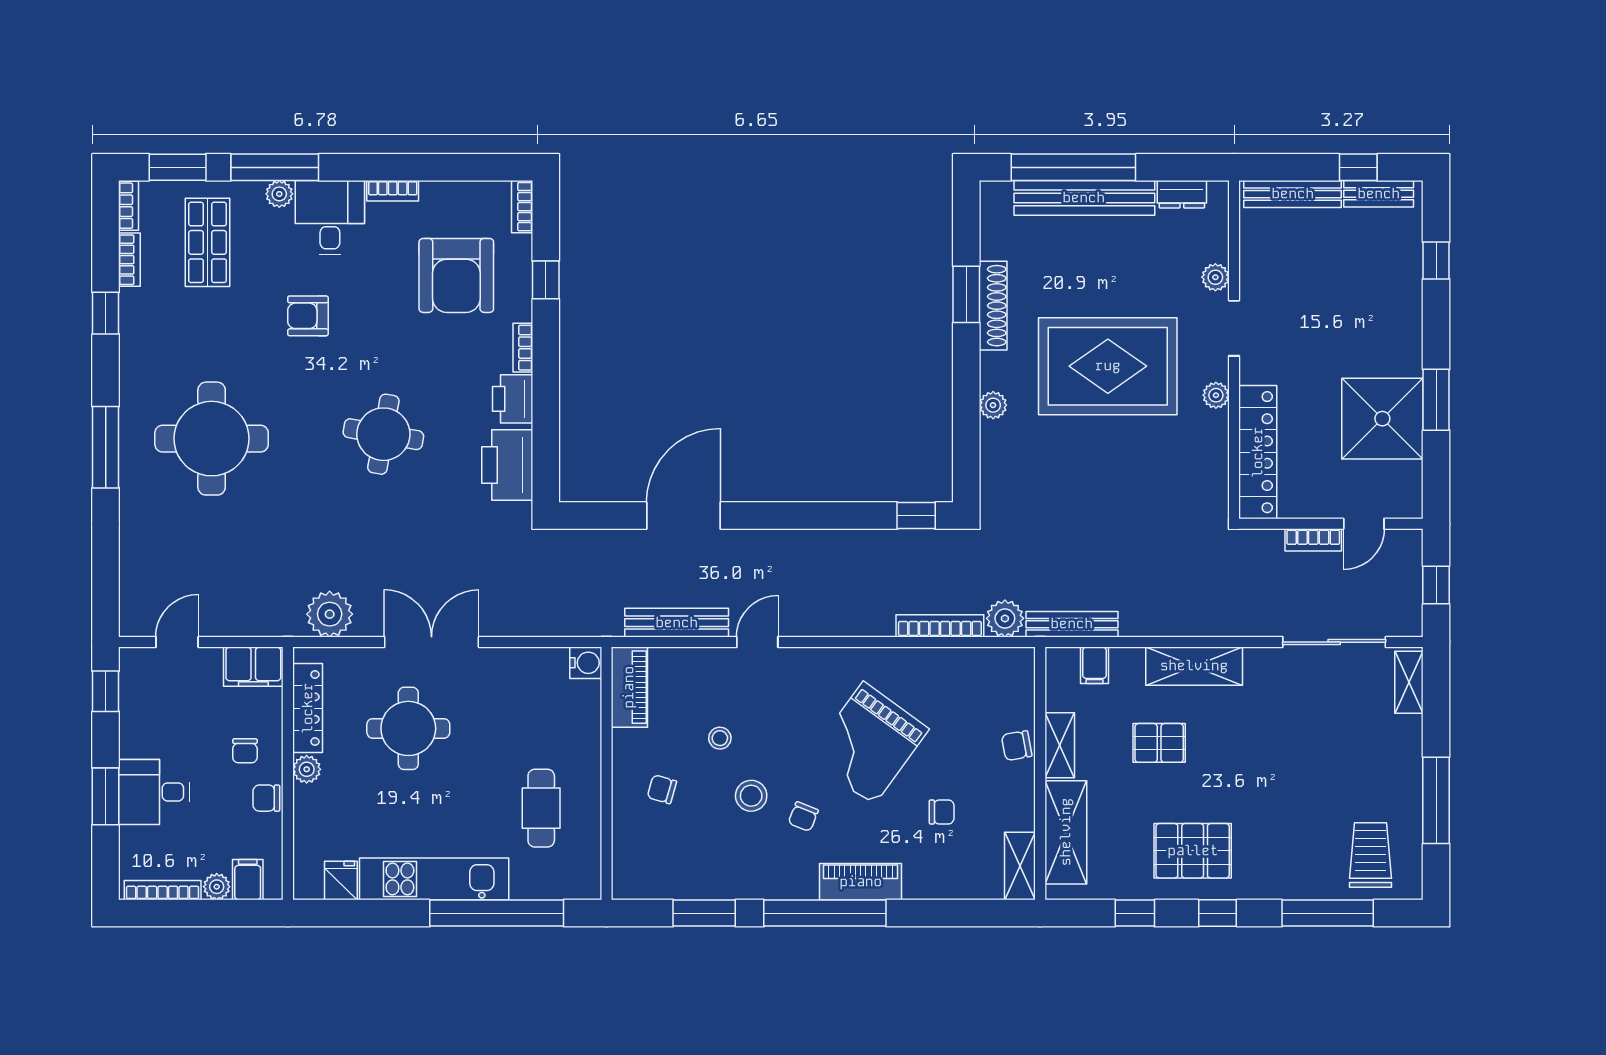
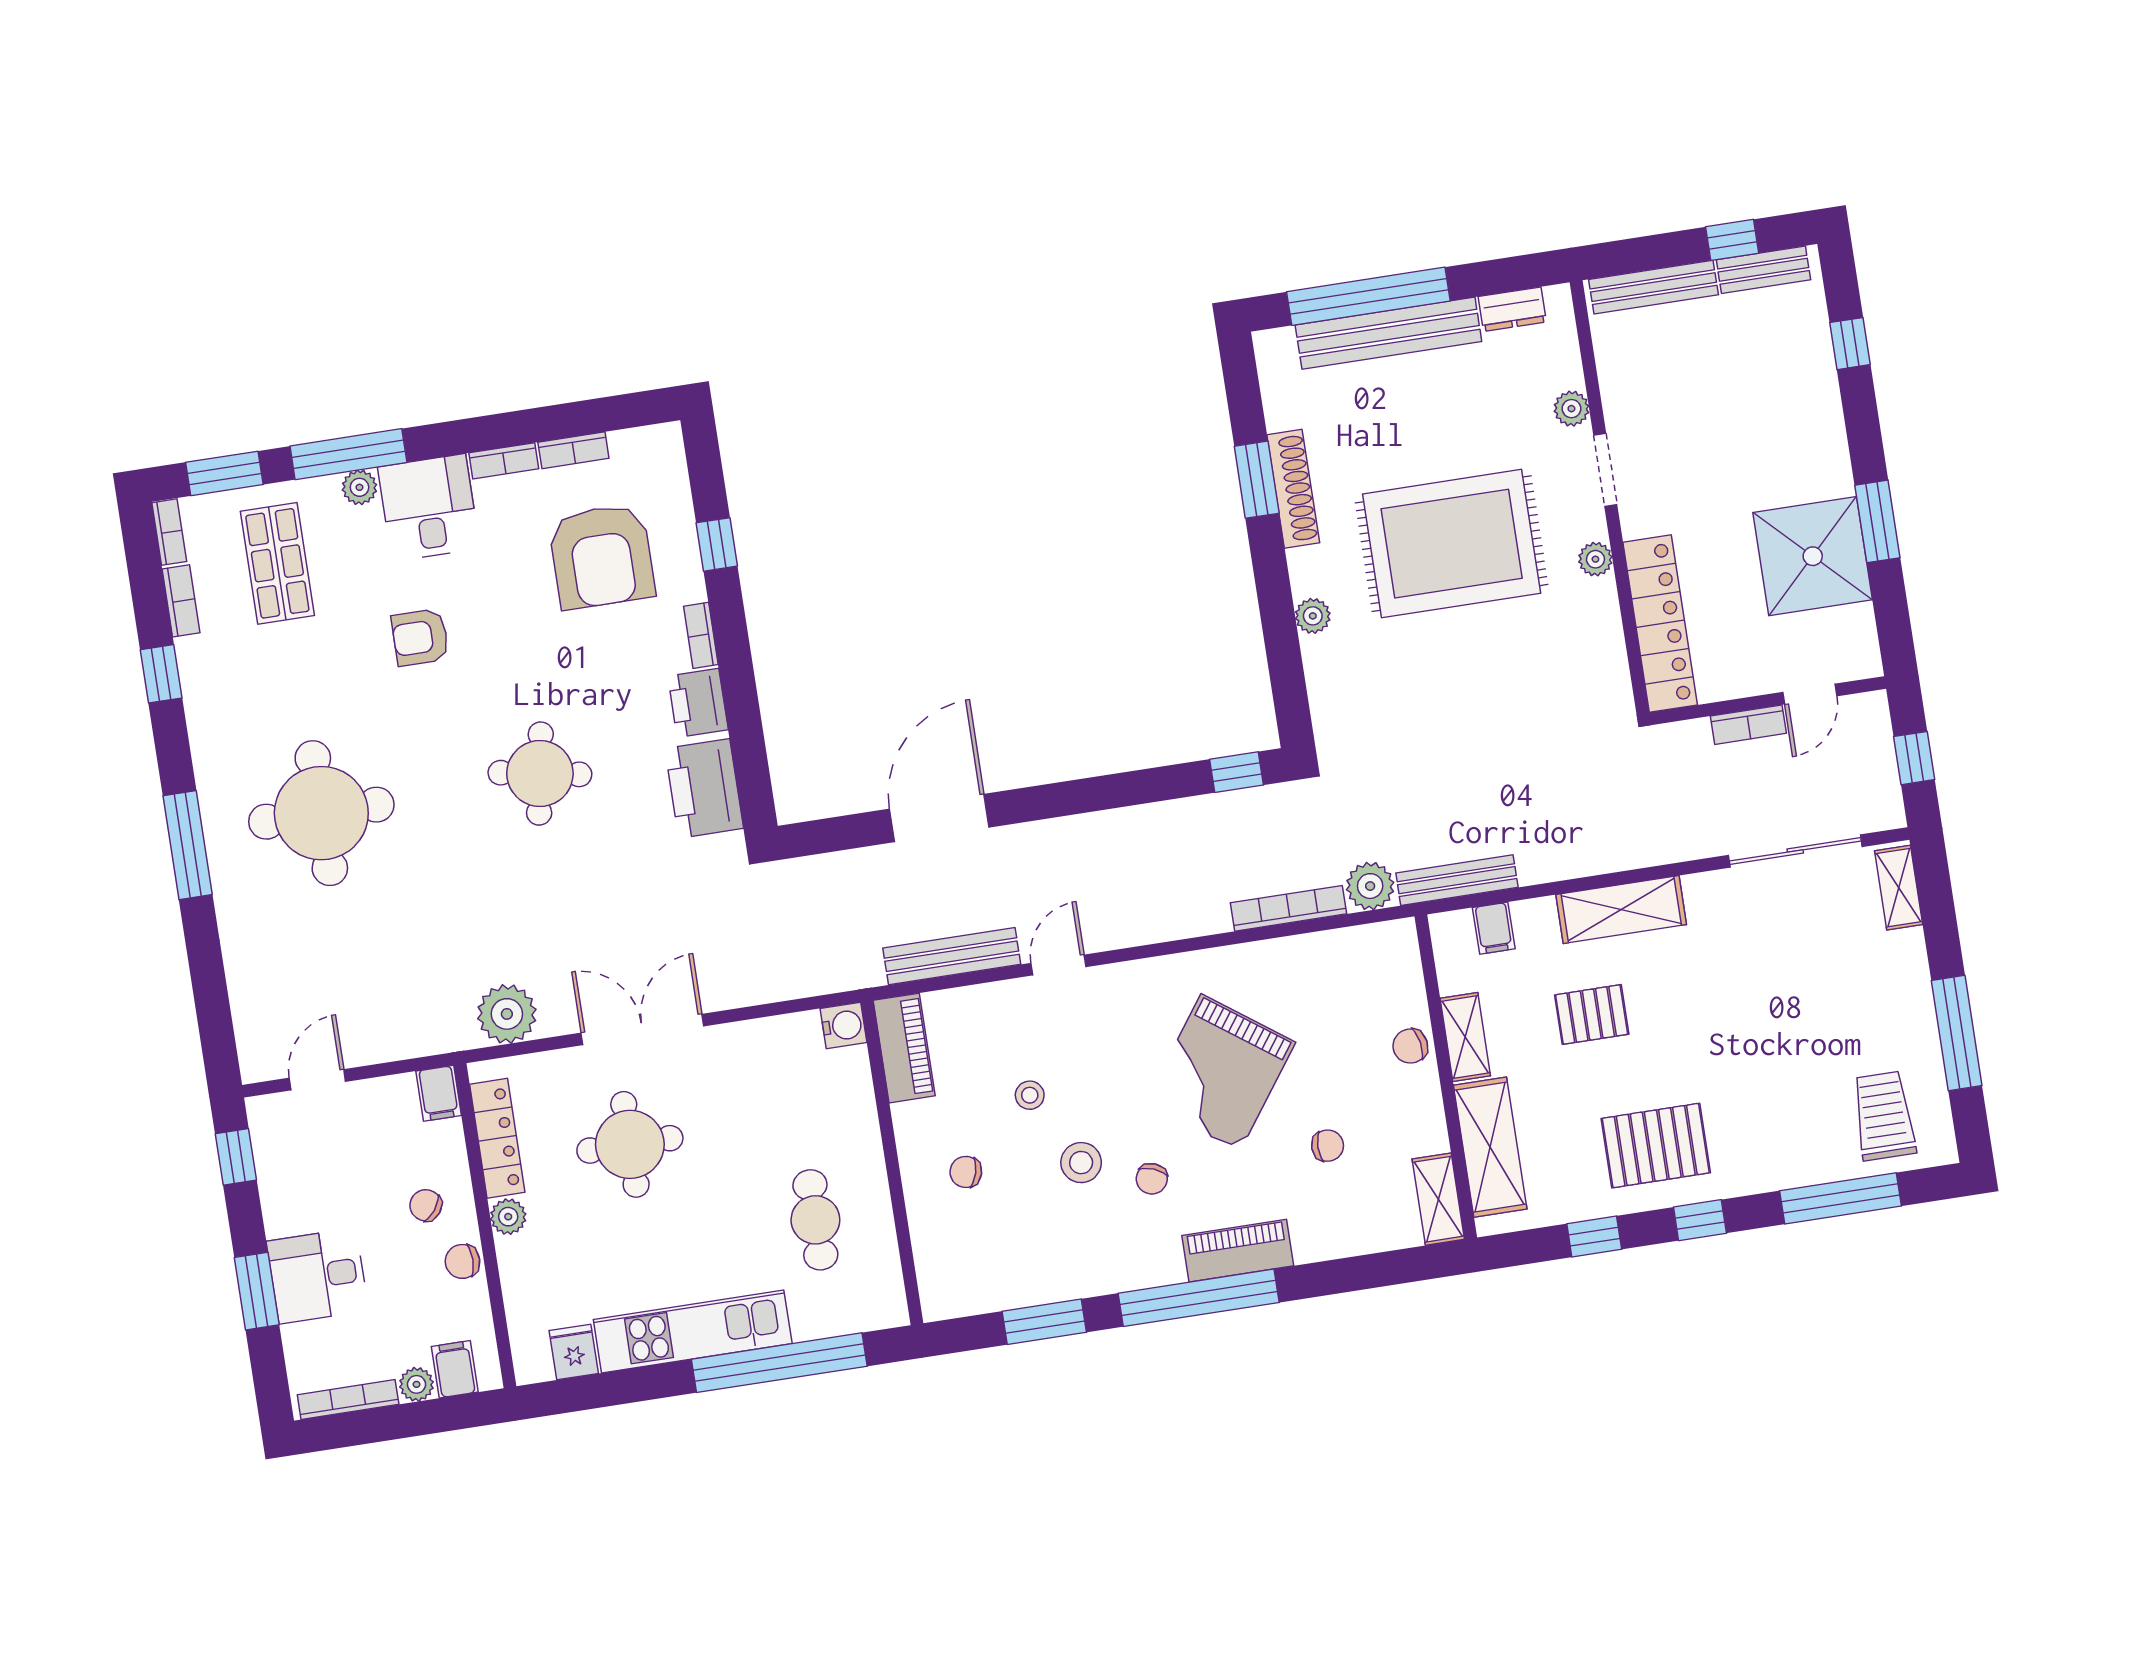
bookcase: (522, 207) -> (573, 450), moved, turned -90
filing cabinet: (253, 667) -> (439, 1093), width x0.50
chair: (245, 751) -> (426, 1205), turned 128

